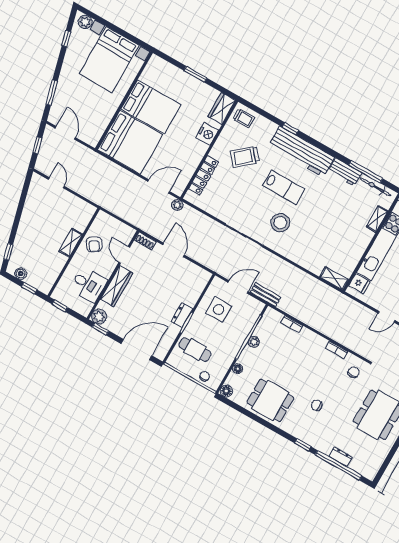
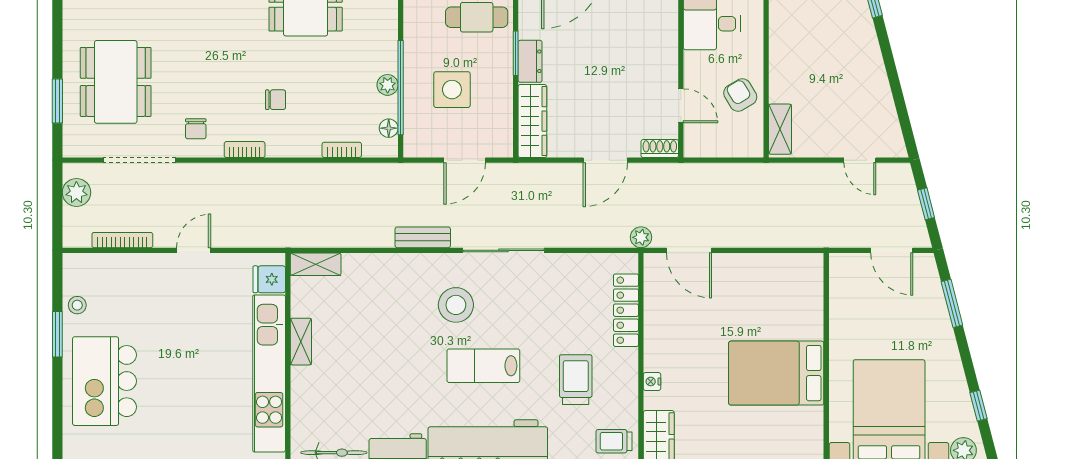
nightstand: (207, 134) -> (652, 381), width x0.53, depth x0.56
bed: (130, 142) -> (777, 296), removed
trolley: (245, 157) -> (576, 380), turned -49
door: (159, 186) -> (689, 250), hinge flipped
shelving: (377, 219) -> (301, 342), moved
shelving: (71, 243) -> (780, 129), moved
door: (173, 250) -> (605, 160), hinge flipped
wardrobe: (117, 286) -> (532, 121), moved, turned 180
bench: (266, 295) -> (423, 237), moved
side table: (219, 309) -> (452, 90), moved
floor lamp: (238, 369) -> (389, 128), moved
chair: (317, 405) -> (276, 100), moved

